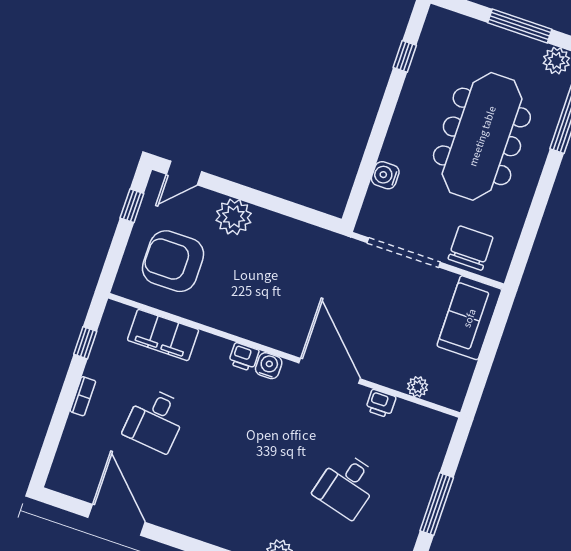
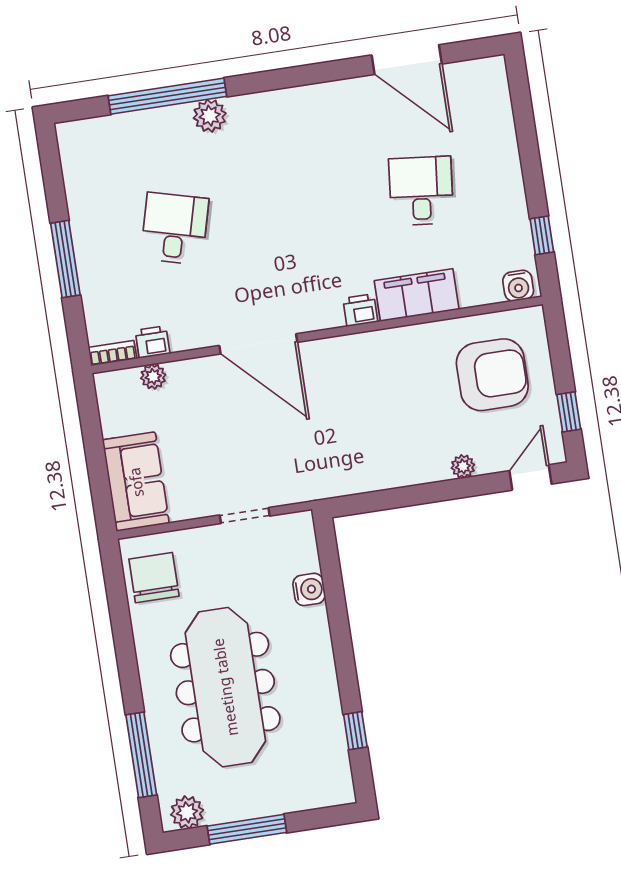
plant: (234, 217) -> (463, 466), width x0.53, depth x0.53
chair: (471, 248) -> (154, 578), moved, turned 180
doorway: (404, 252) -> (245, 516), width x0.53
filing cabinet: (163, 335) -> (417, 295), moved
water cooler: (269, 366) -> (518, 286), moved
bookcase: (83, 396) -> (112, 353), moved, turned 90
printer: (381, 404) -> (152, 342), moved

